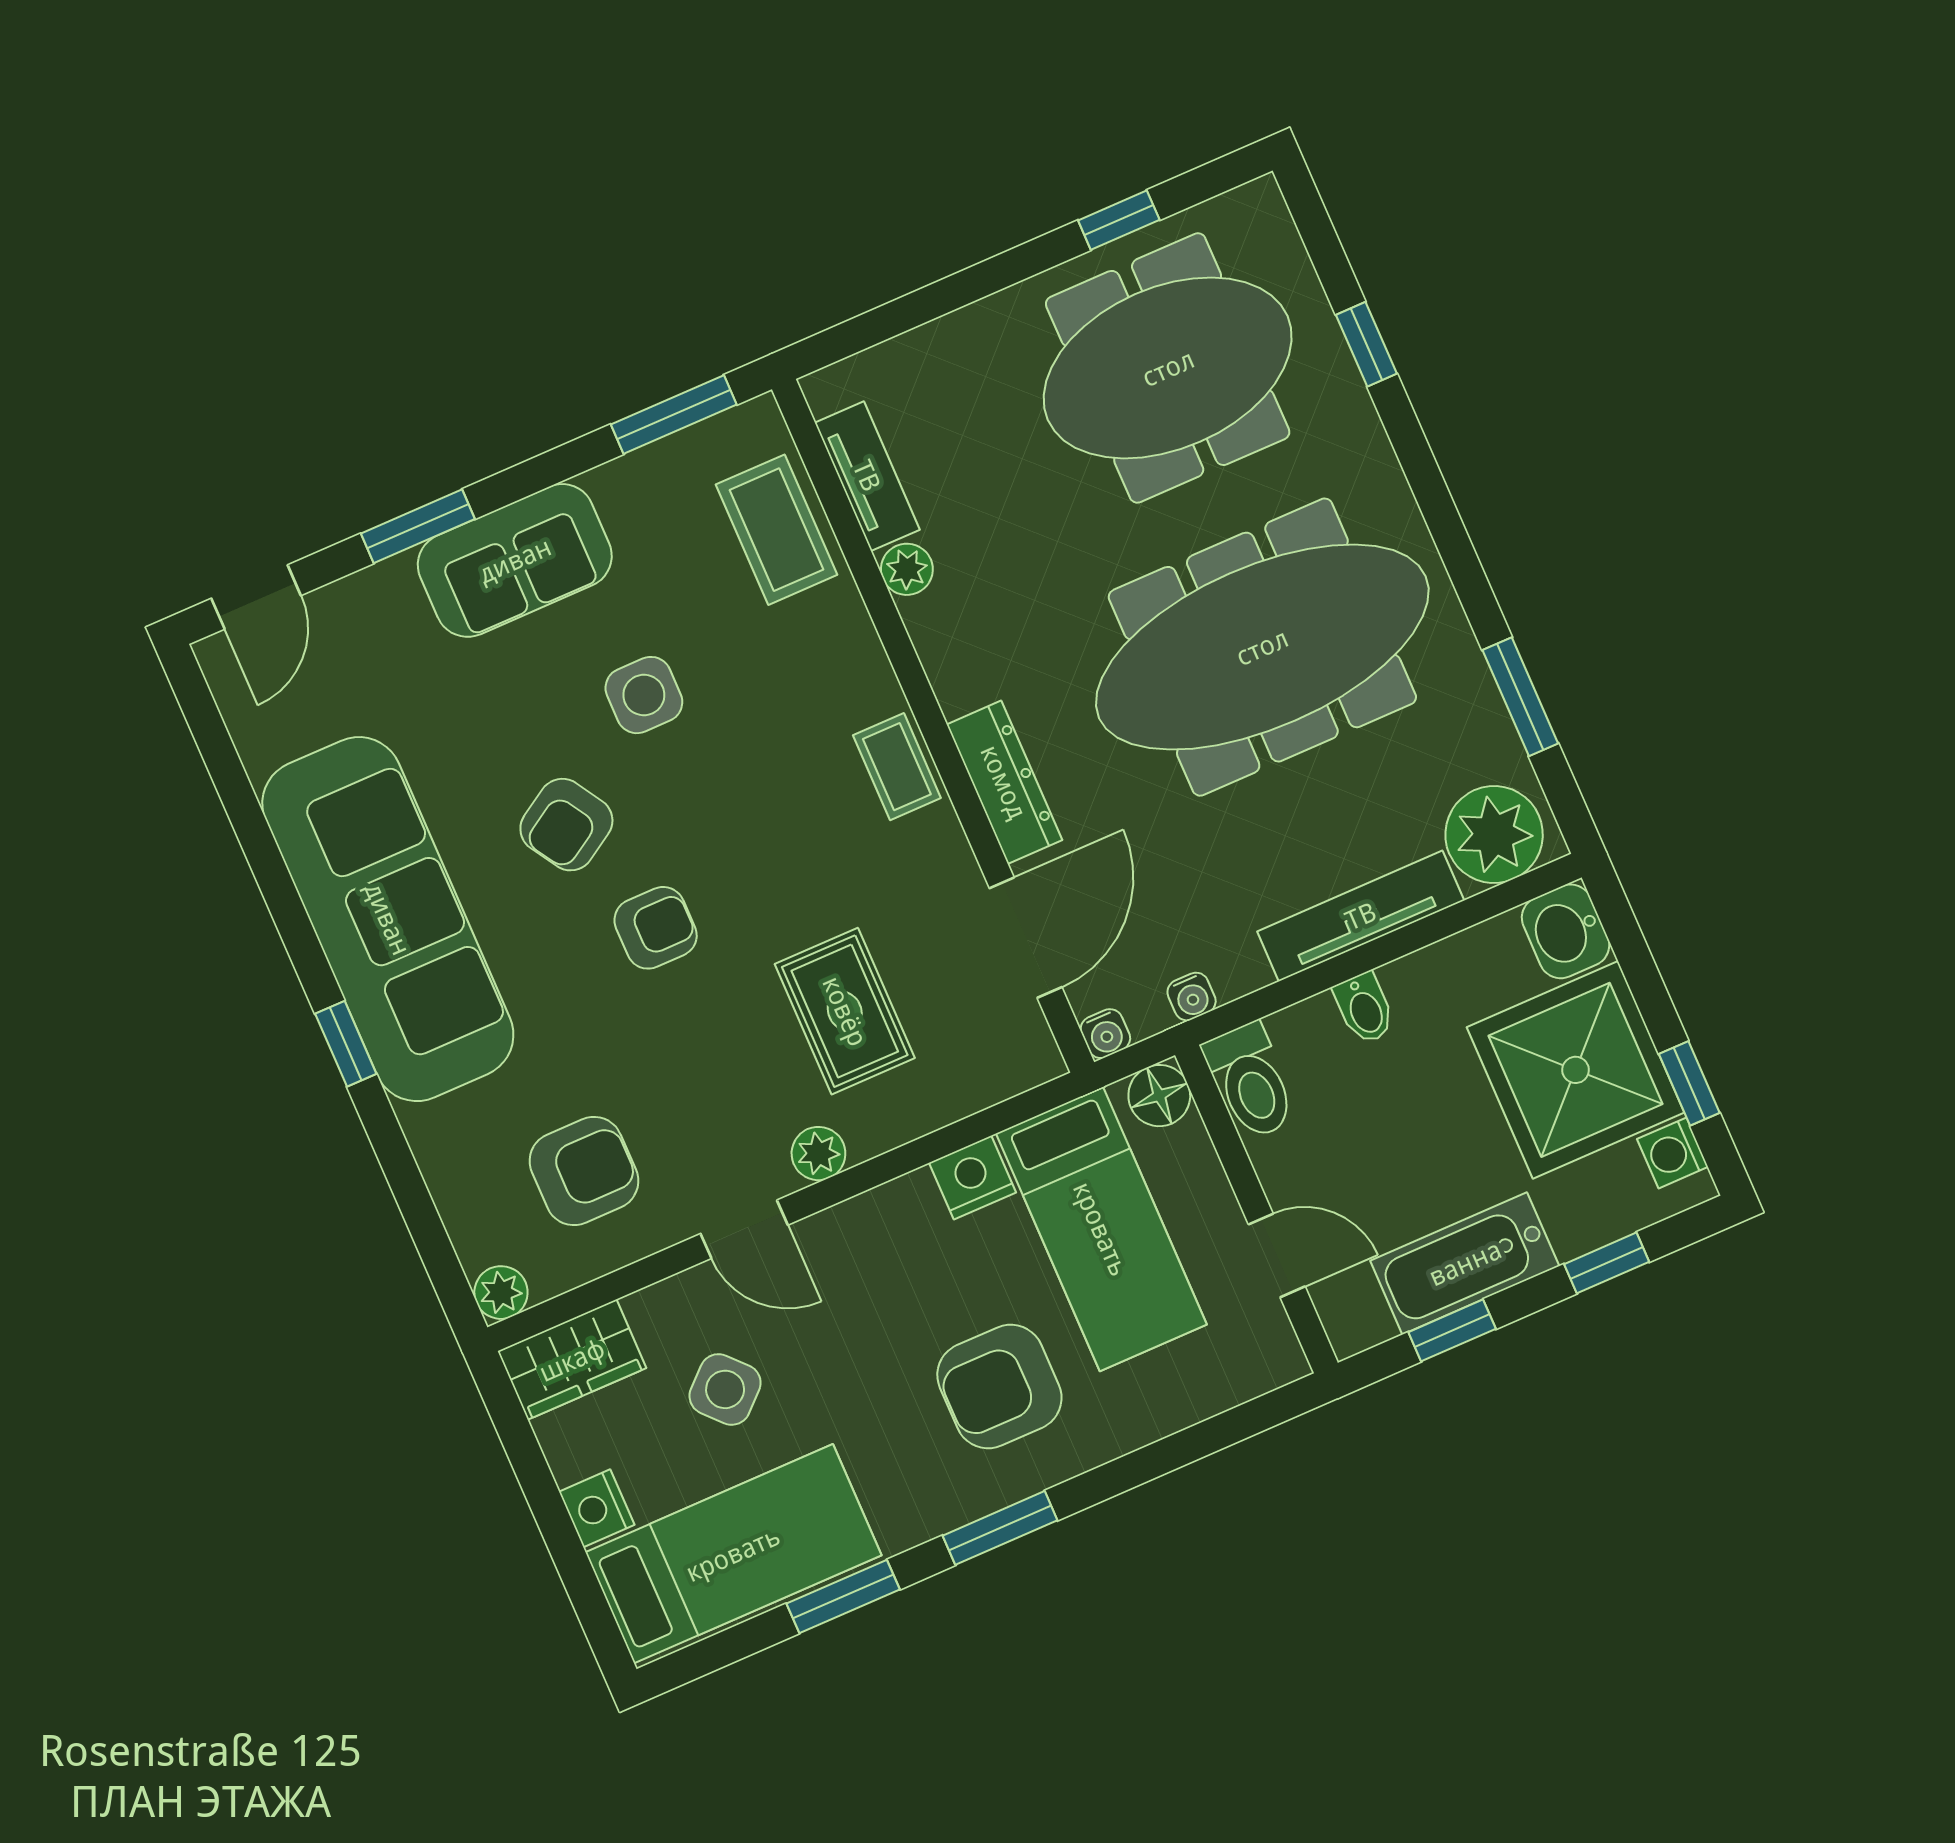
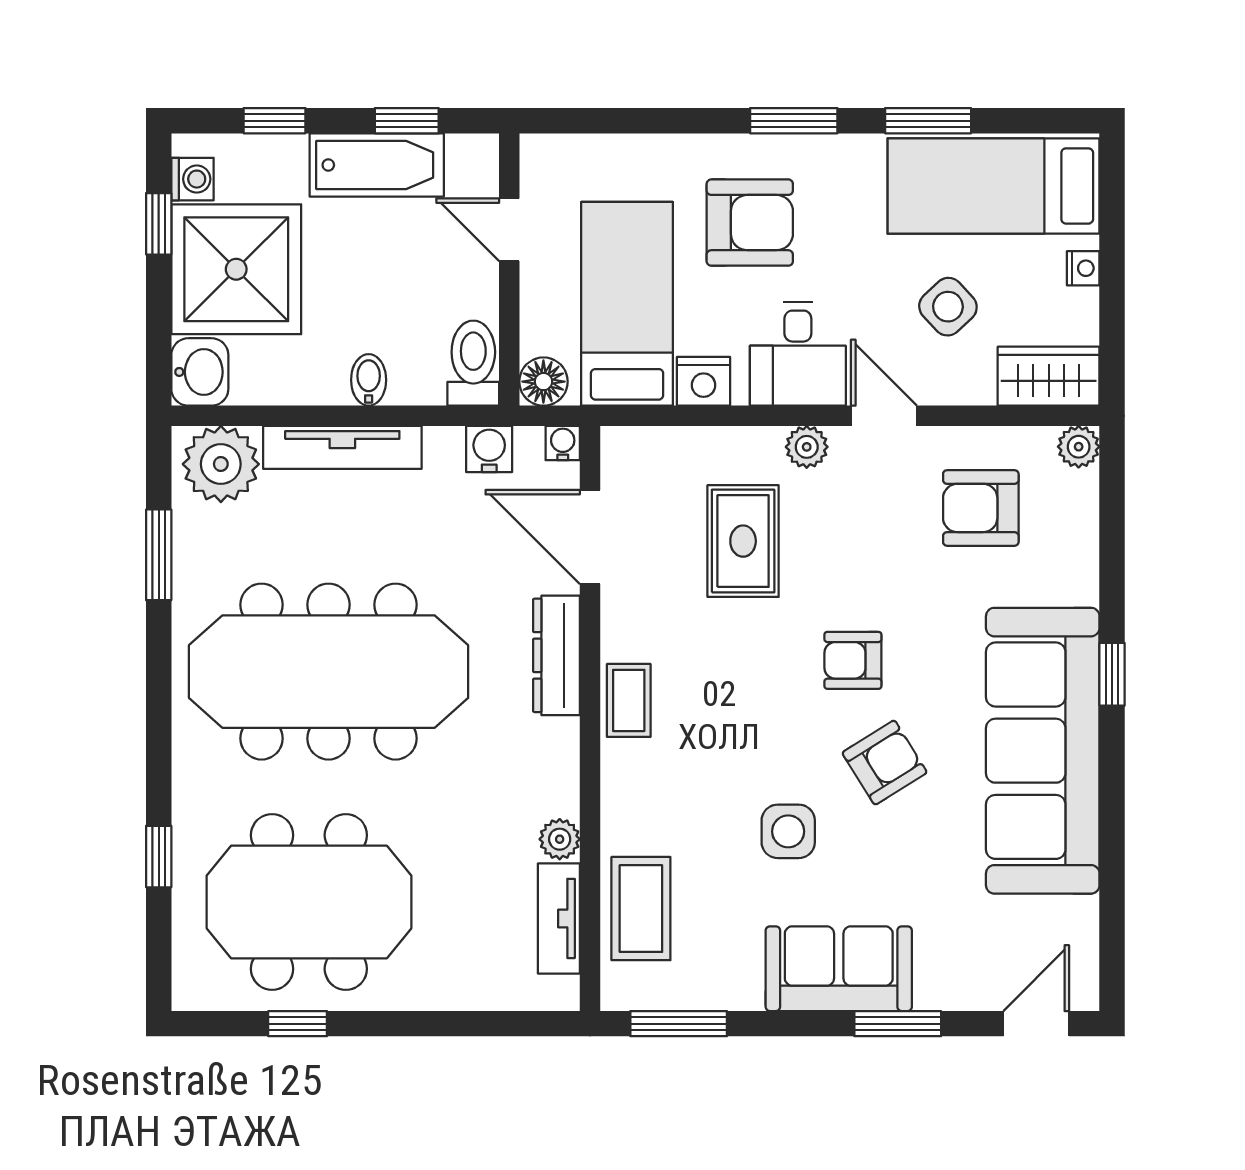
door: (1026, 938) -> (590, 537), hinge flipped
water cooler: (1192, 997) -> (489, 449), width x1.38, depth x1.38
desk: (876, 1258) -> (798, 354), added
nightstand: (597, 1508) -> (1083, 268), width x0.72, depth x0.74

